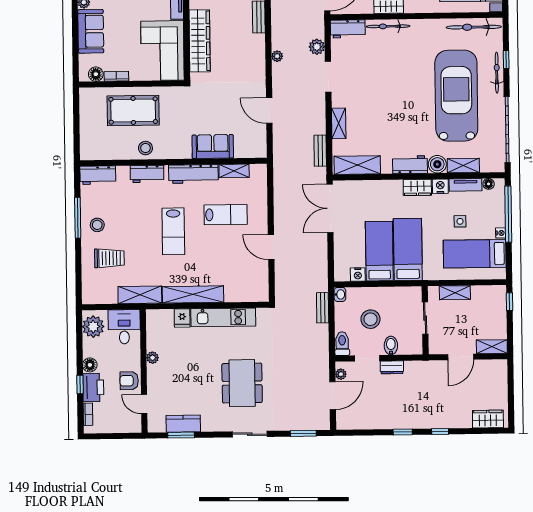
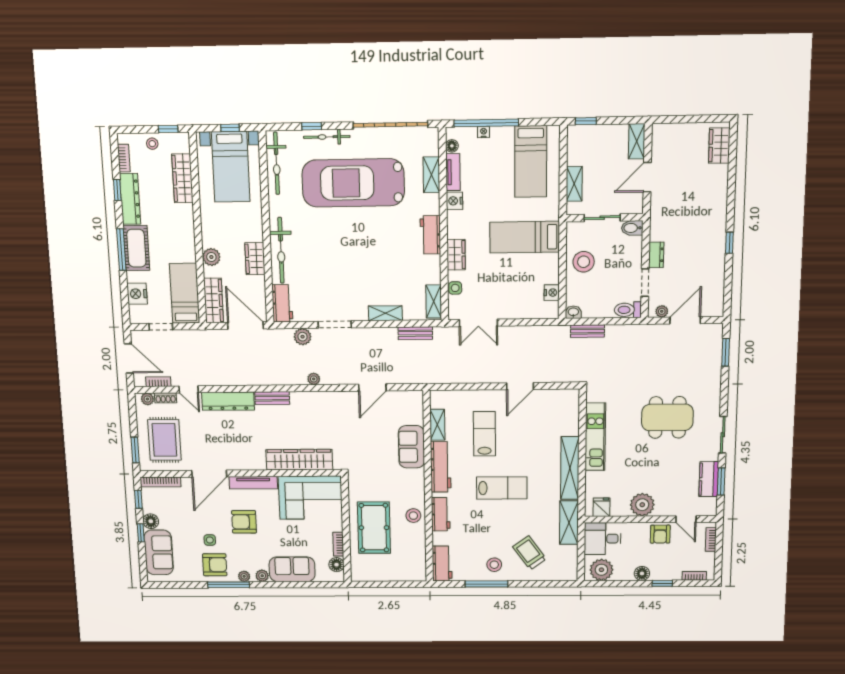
bicycle: (388, 26) -> (281, 250), width x1.37, depth x1.40
boiler: (437, 164) -> (430, 204), removed
shelving: (357, 165) -> (434, 301), width x0.67, depth x0.75
wardrobe: (417, 187) -> (456, 255), moved
double door: (330, 208) -> (478, 323), width x0.73
side table: (460, 221) -> (455, 288), moved
nightstand: (501, 233) -> (484, 132), moved
bed: (379, 251) -> (526, 269), removed
trolley: (109, 258) -> (529, 553), turned -36
fridge: (182, 318) -> (602, 507), moved, turned -90
stool: (370, 319) -> (584, 262), moved
bidet: (391, 345) -> (632, 228), moved
door: (461, 357) -> (647, 177), swing flipped
plant: (153, 358) -> (642, 505), width x1.88, depth x1.88
printer: (93, 387) -> (666, 570), removed
door: (333, 396) -> (685, 320), hinge flipped
door: (144, 404) -> (686, 519), hinge flipped
bookcase: (124, 428) -> (711, 539), added
window: (440, 431) -> (731, 200), removed
sliding door: (250, 434) -> (723, 435), moved

